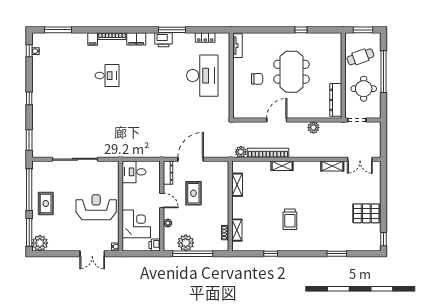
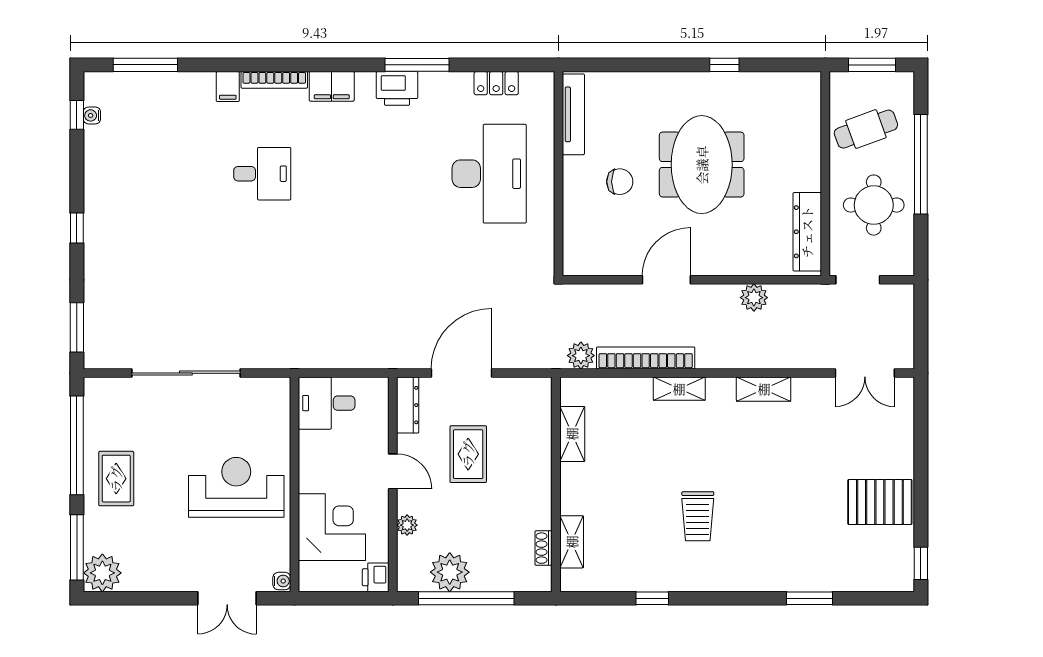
tv unit: (238, 46) -> (573, 114), width x1.41
shelving: (332, 166) -> (764, 389), moved

